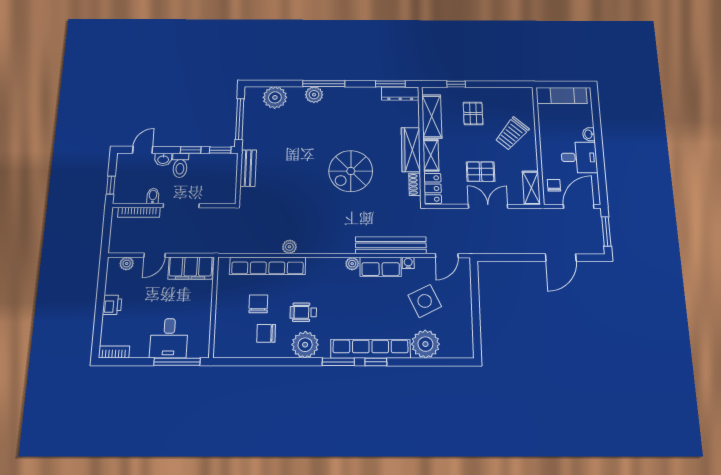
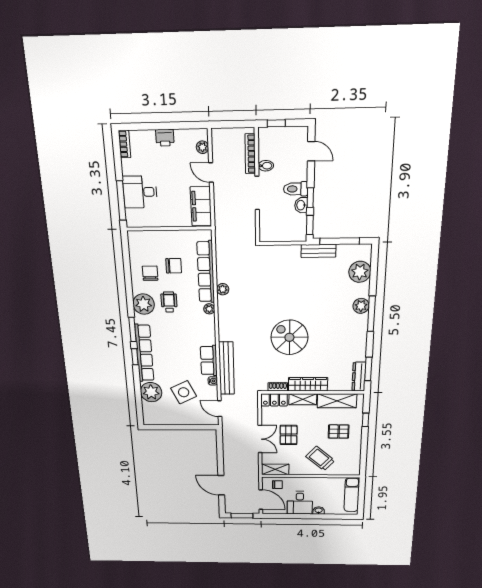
washbasin: (163, 159) -> (301, 205), moved
bench: (248, 168) -> (319, 251), moved
plant: (352, 264) -> (209, 309), moved

